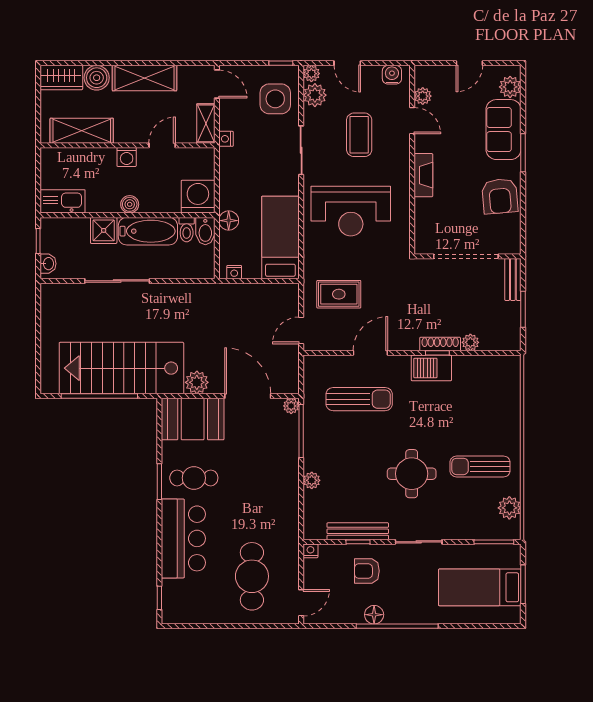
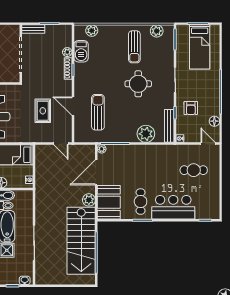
rug: (339, 294) -> (43, 111), moved
barbecue: (431, 368) -> (81, 51), moved
plant: (510, 388) -> (92, 31), added
plant: (312, 480) -> (146, 134), width x1.88, depth x1.88
bench: (358, 531) -> (169, 126), moved
cafe table: (252, 576) -> (194, 170), width x0.73, depth x0.74
floor lamp: (374, 615) -> (214, 121), moved

